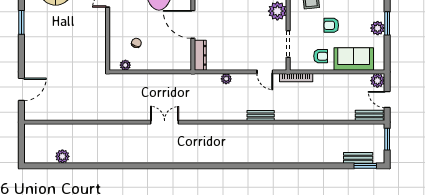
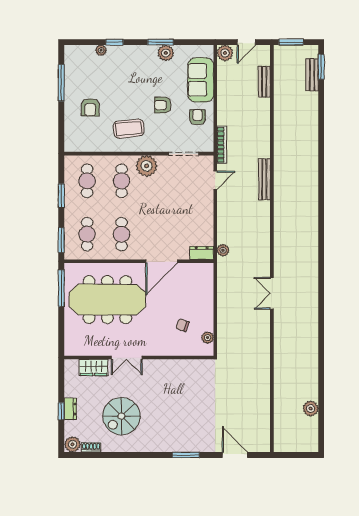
window: (21, 22) -> (186, 455), moved
armchair: (331, 25) -> (163, 105), turned 90
dresser: (200, 55) -> (202, 253), width x0.70
plant: (226, 79) -> (223, 250), moved
bench: (261, 115) -> (264, 179), width x1.36
bench: (369, 115) -> (264, 82), moved

